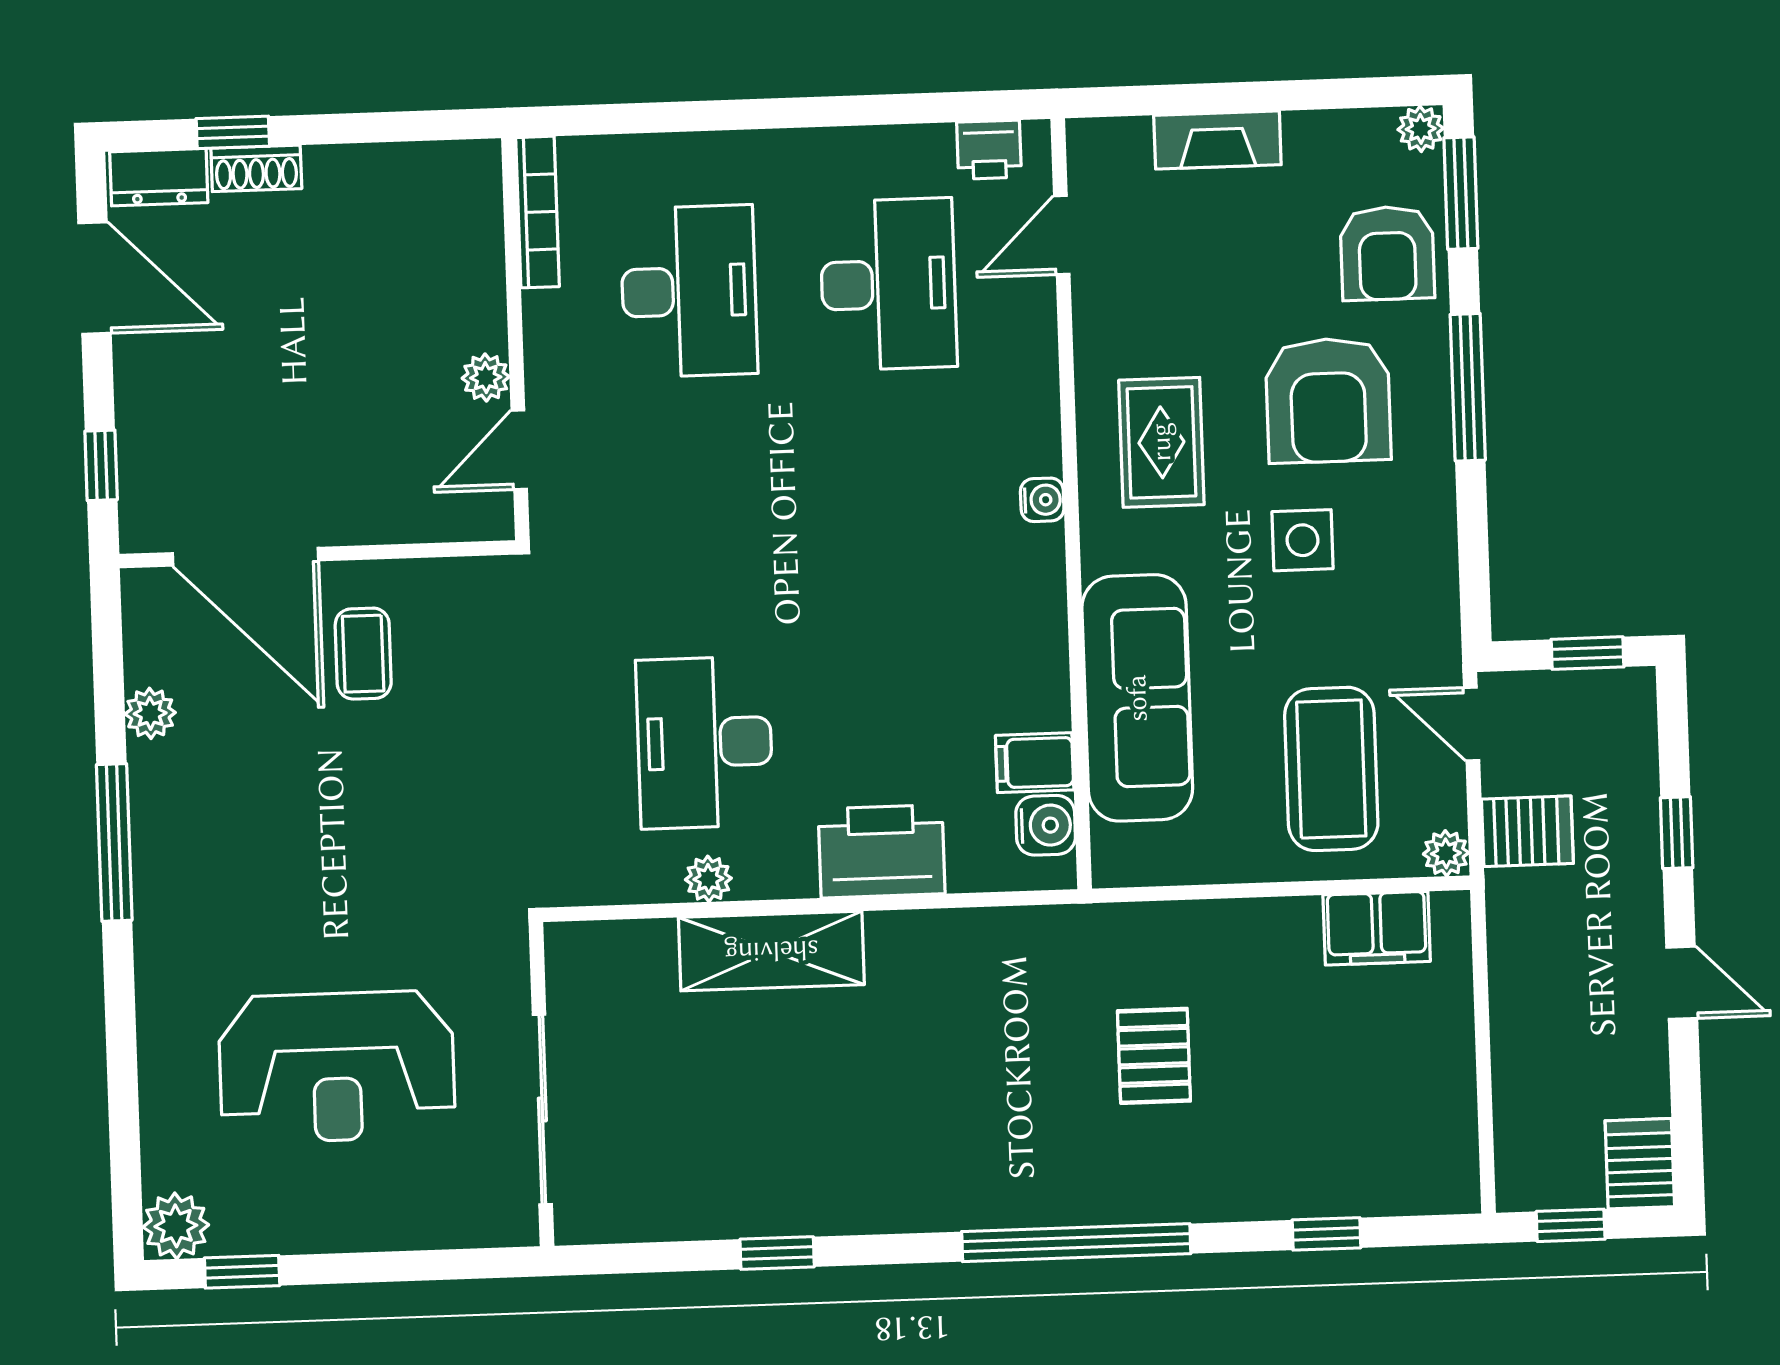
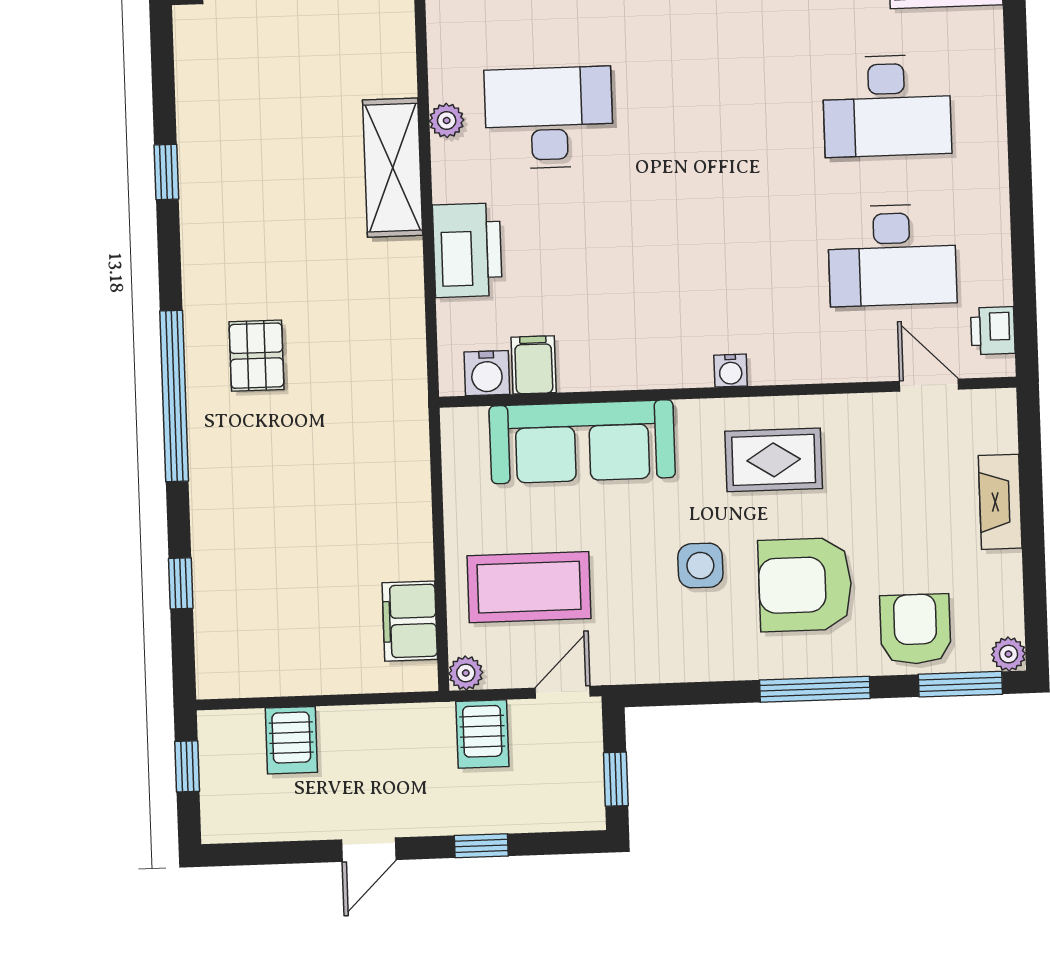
armchair: (1387, 253) -> (915, 629), turned 90
pallet: (1154, 1056) -> (256, 356), moved, turned 90
server rack: (1640, 1164) -> (291, 740), moved, turned 90

